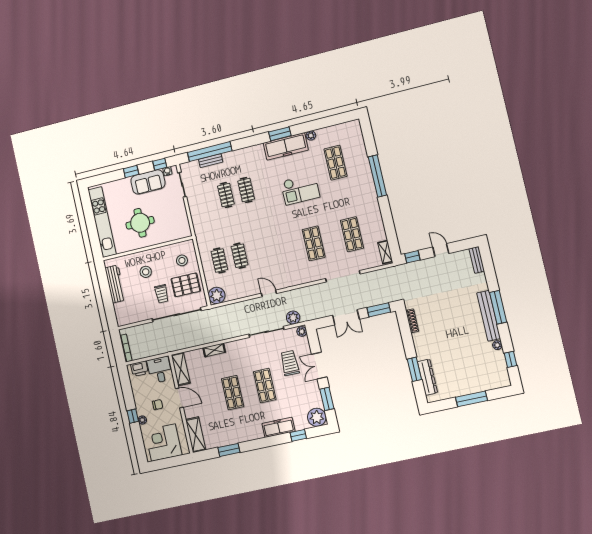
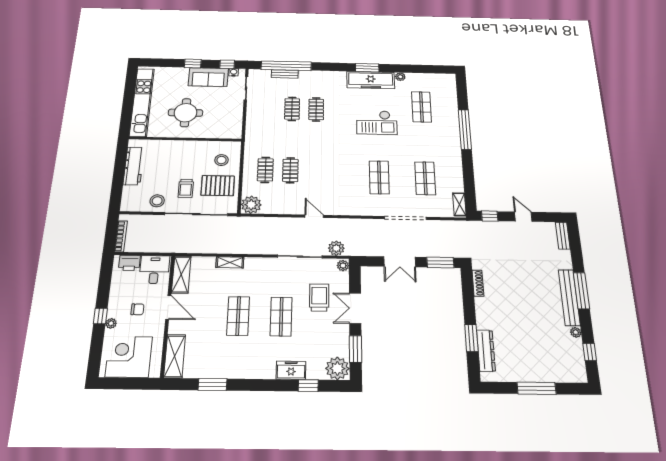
stool: (146, 272) -> (157, 201), moved
freezer: (278, 427) -> (291, 370), width x0.71

